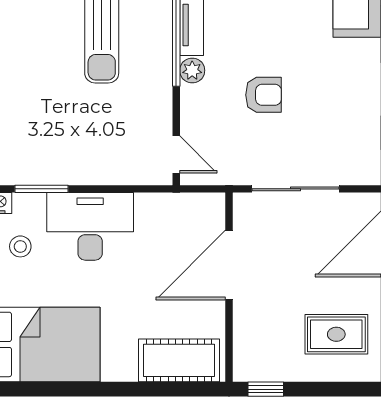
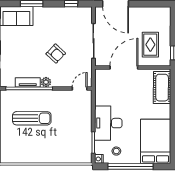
armchair: (264, 95) -> (56, 54), turned 133
door: (229, 265) -> (124, 67), swing flipped
rug: (336, 334) -> (150, 45), moved

